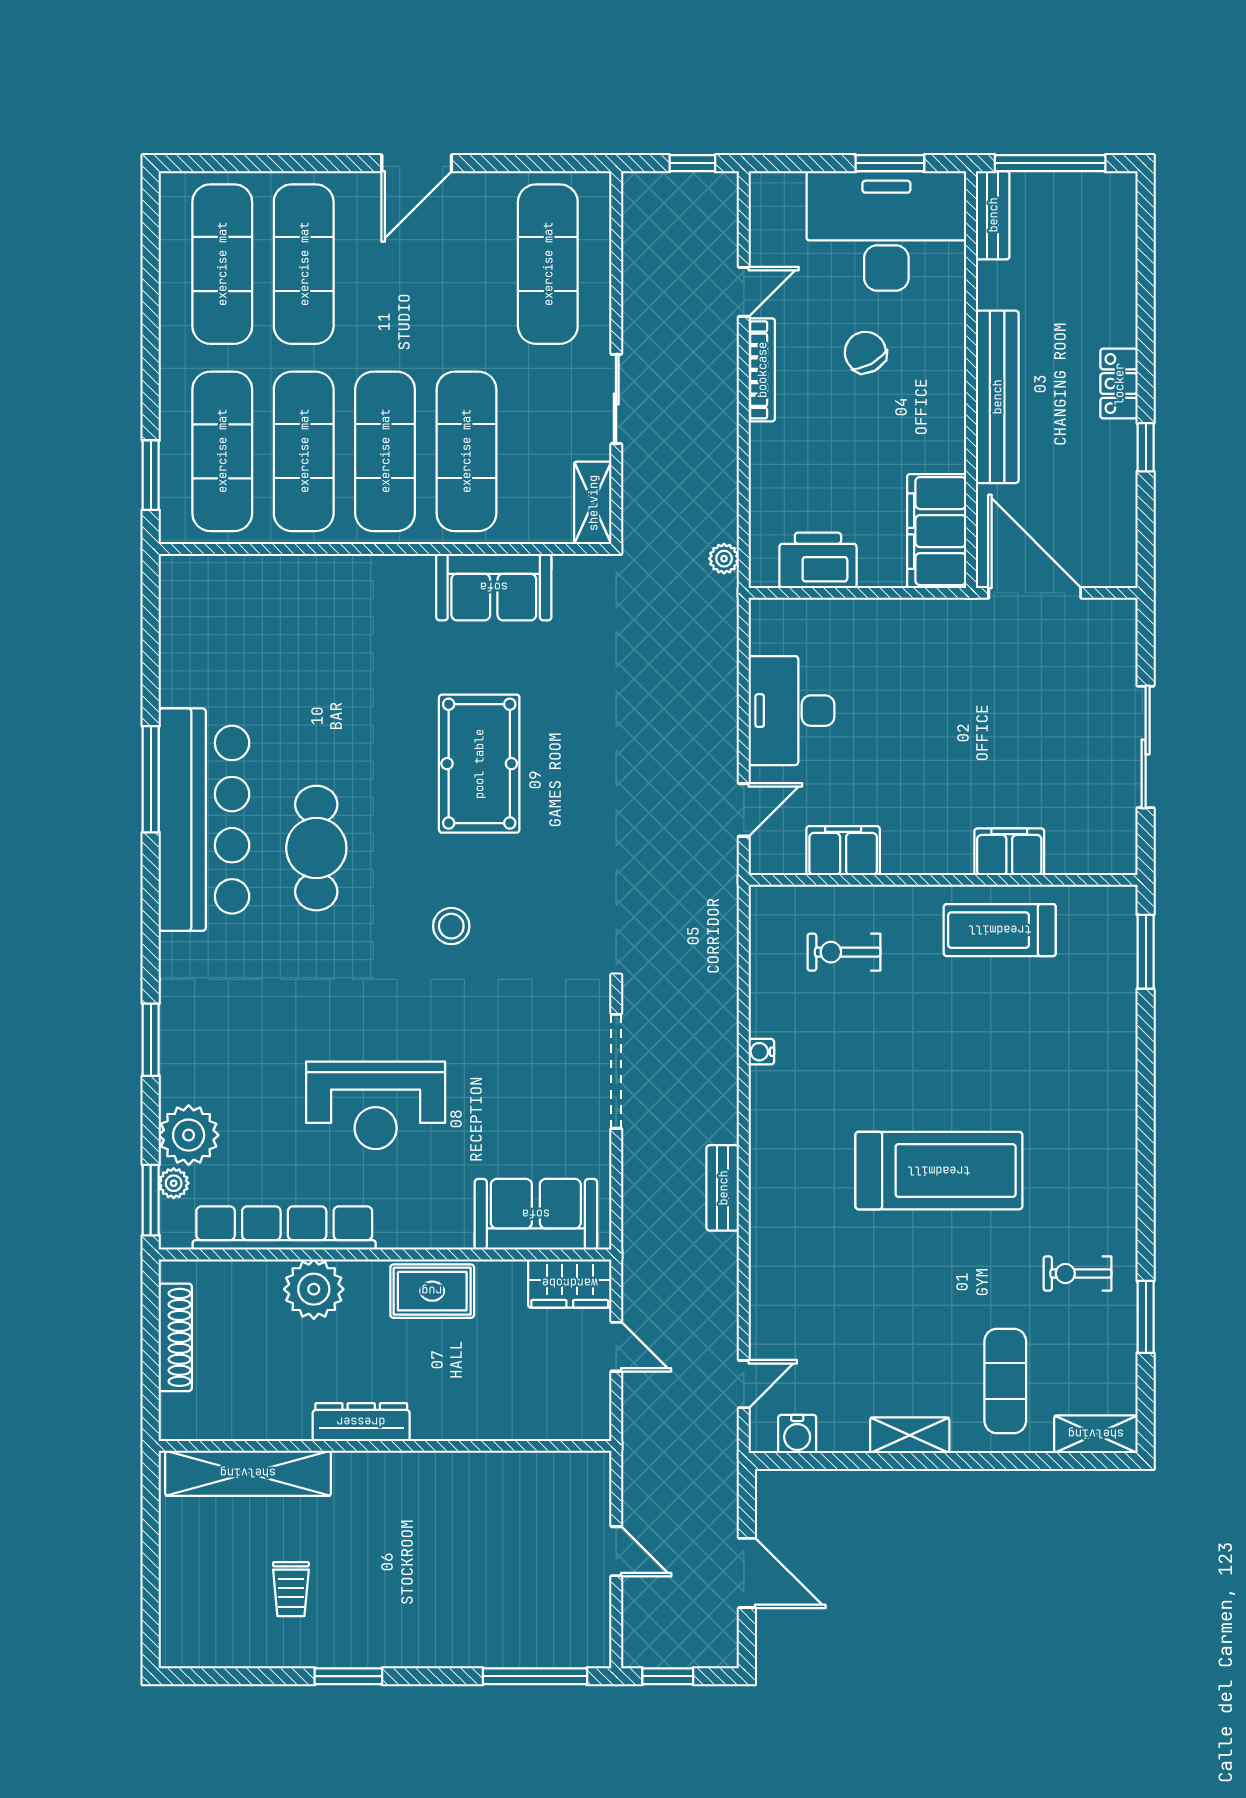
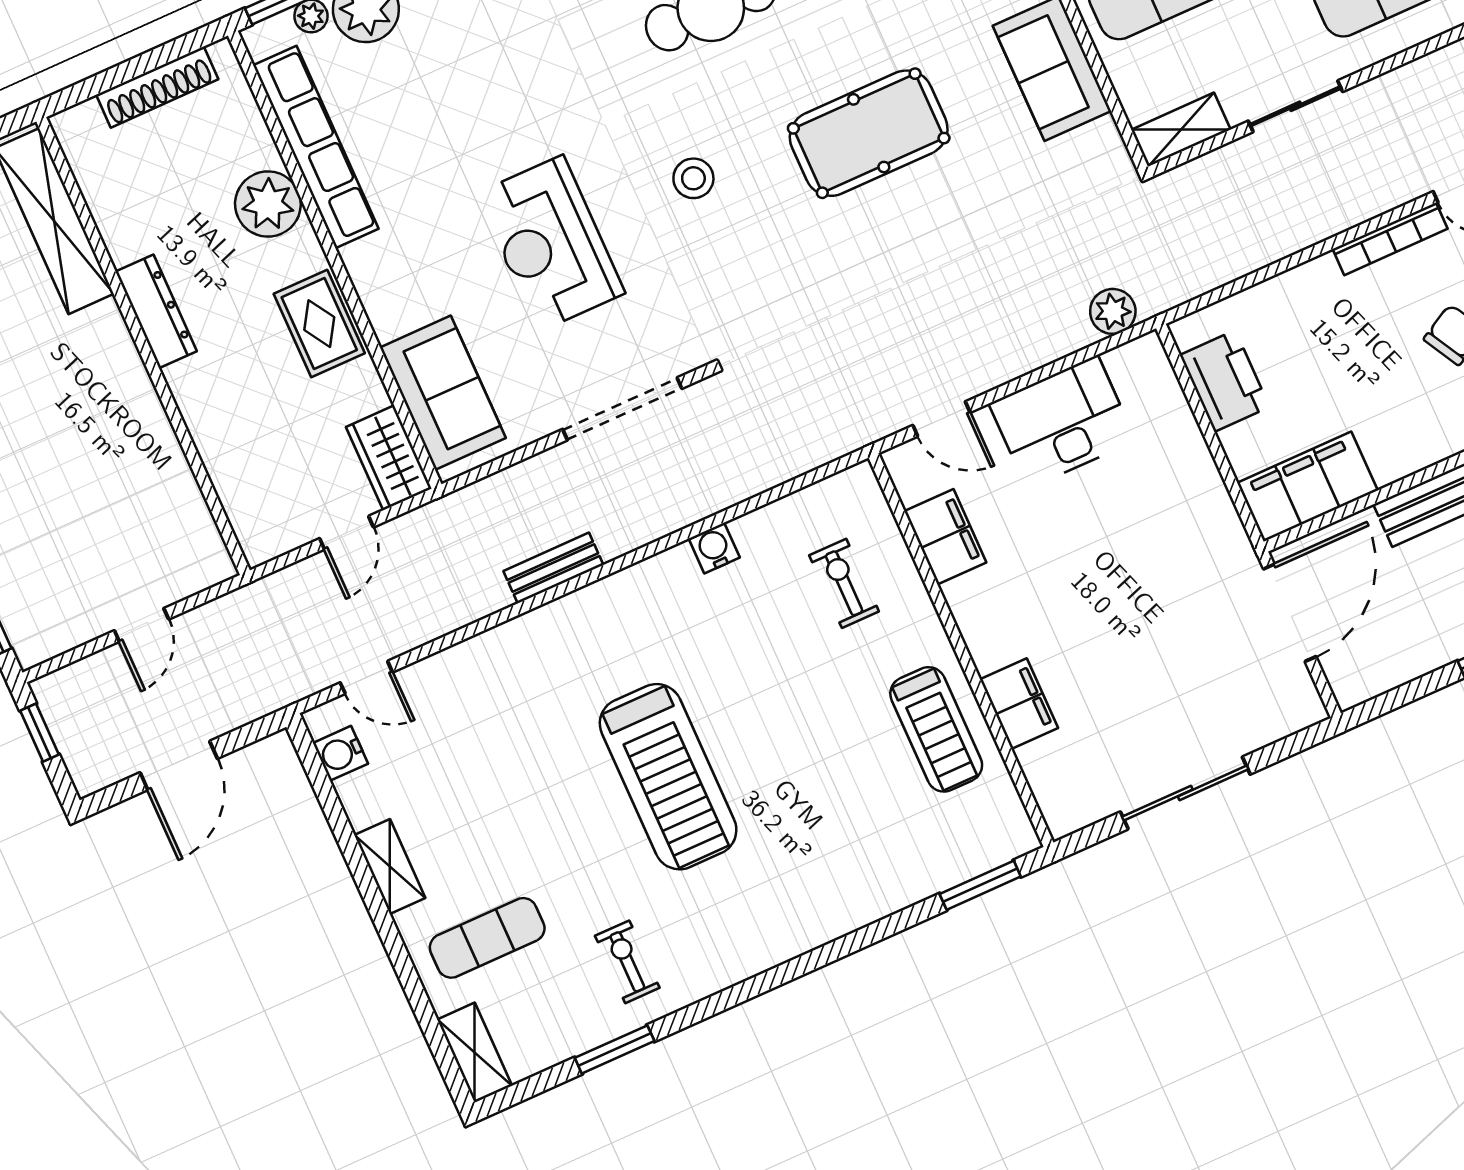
plant: (724, 559) -> (1113, 311), moved, width x1.38, depth x1.38
treadmill: (1000, 930) -> (936, 729), turned 180
water cooler: (761, 1052) -> (714, 548), width x1.38, depth x1.38
reception desk: (376, 1105) -> (551, 243), moved

